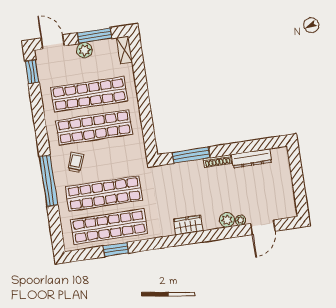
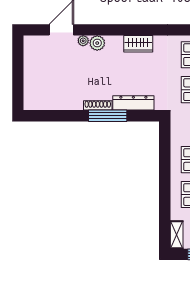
window: (191, 155) -> (108, 116), moved
dresser: (252, 158) -> (133, 103), moved

